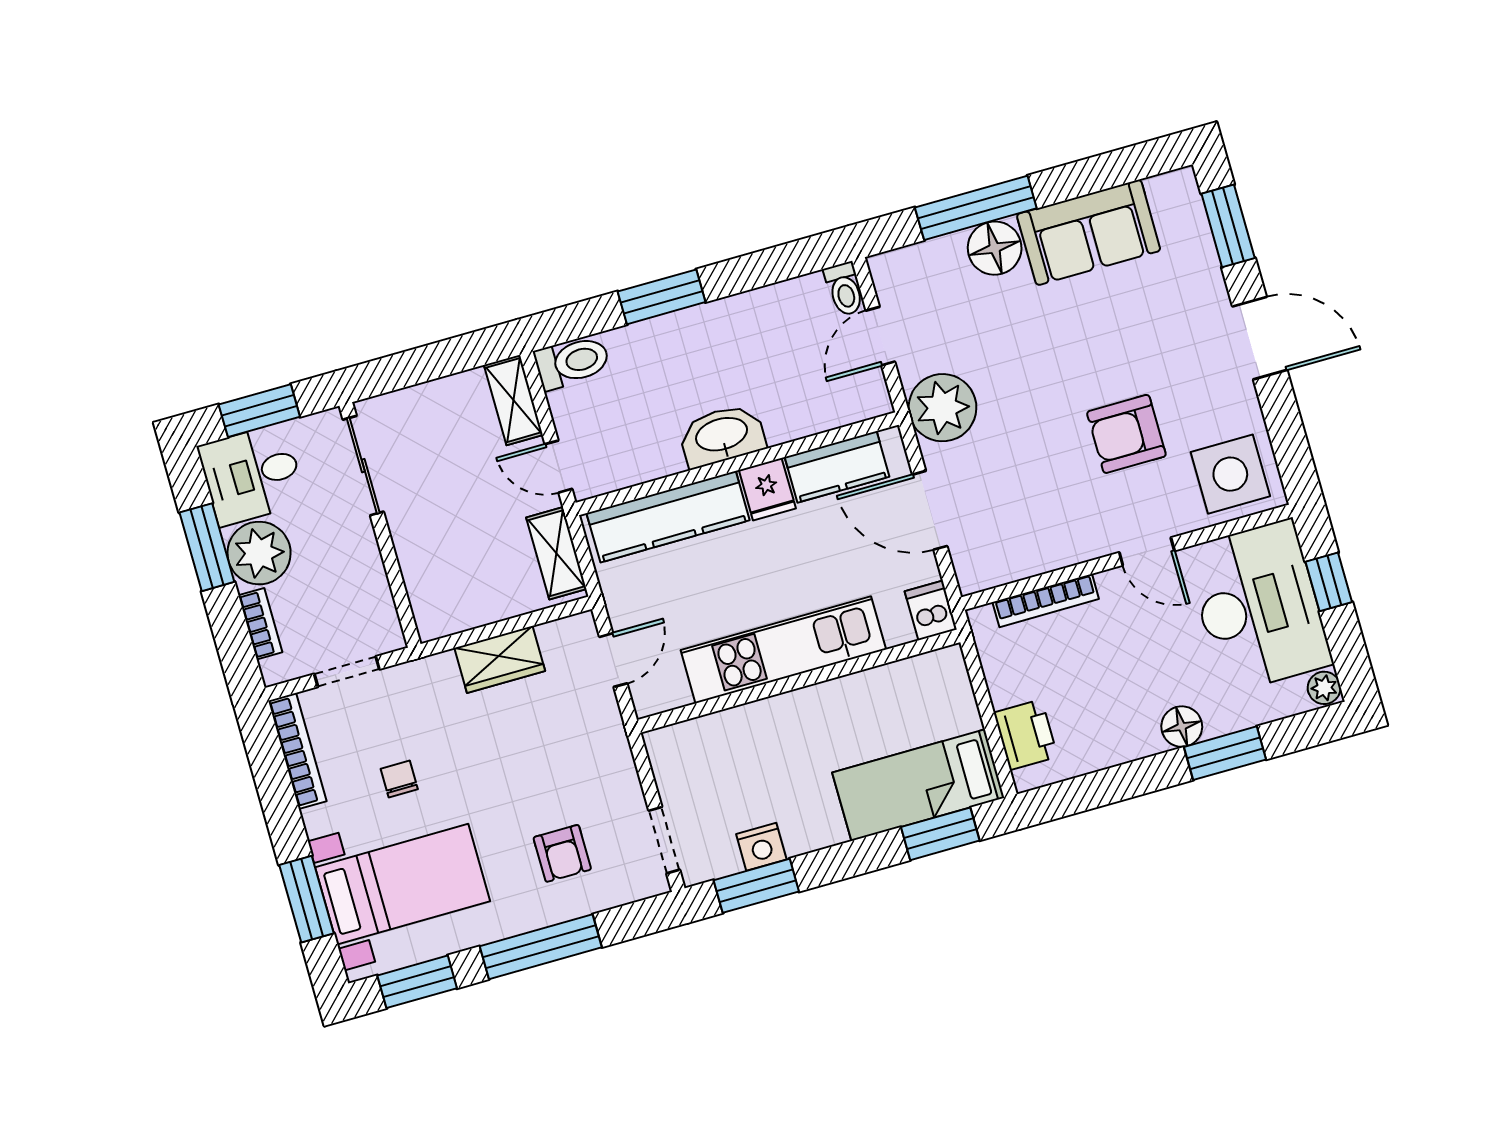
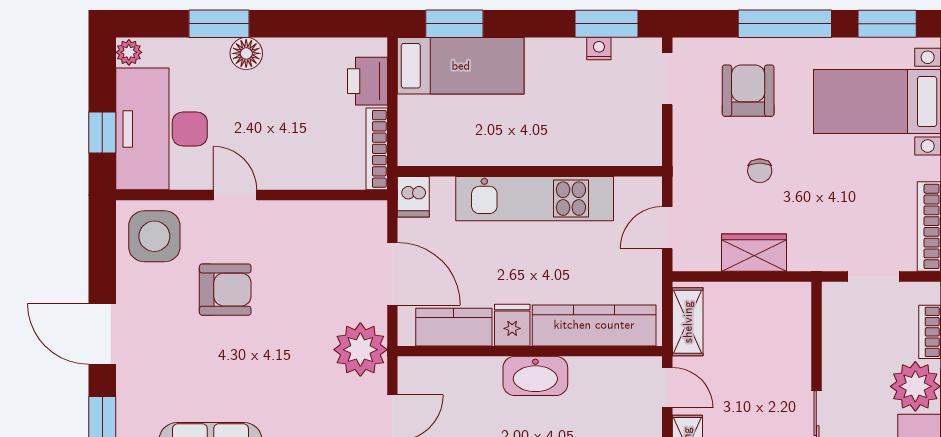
bookcase: (1046, 601) -> (377, 149), moved, turned -90
chair: (399, 779) -> (760, 171), moved
nightstand: (761, 847) -> (599, 49), width x0.72, depth x0.74
armchair: (562, 853) -> (748, 91), width x1.38, depth x1.38

